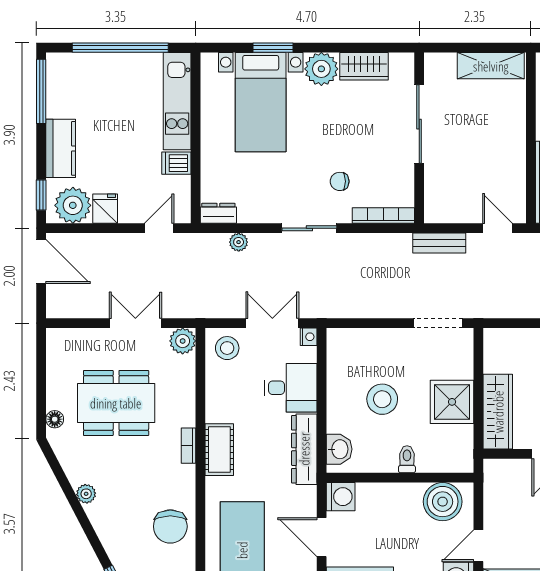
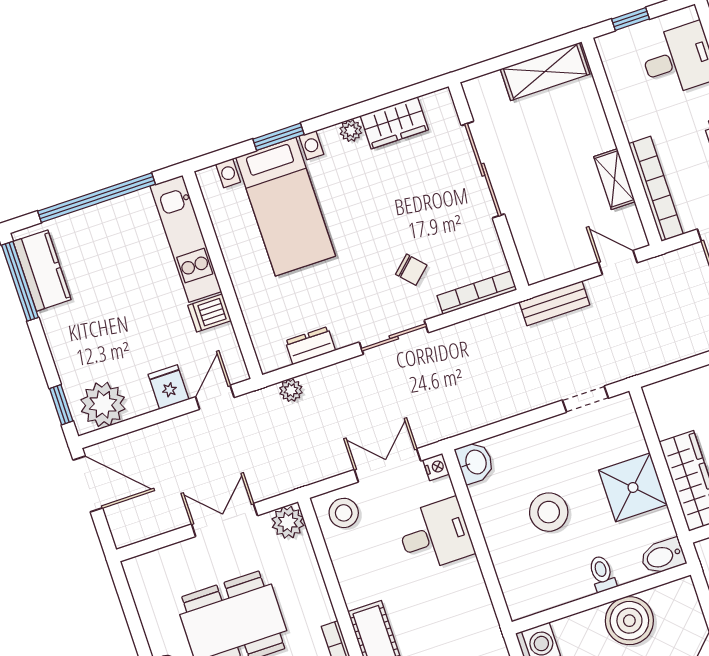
plant: (321, 69) -> (351, 131), width x0.53, depth x0.53
kitchen counter: (61, 148) -> (42, 271), moved
shelving: (516, 164) -> (614, 179), added
chair: (340, 181) -> (411, 270), turned -133
fridge: (105, 209) -> (169, 387), moved
dresser: (218, 213) -> (310, 346), moved
plant: (239, 242) -> (291, 390), moved
doorway: (438, 323) -> (585, 399), width x0.73
dresser: (304, 449) -> (476, 603), removed
washbasin: (339, 449) -> (475, 462), moved
bidet: (457, 461) -> (663, 556), added
boiler: (443, 502) -> (629, 621), moved

